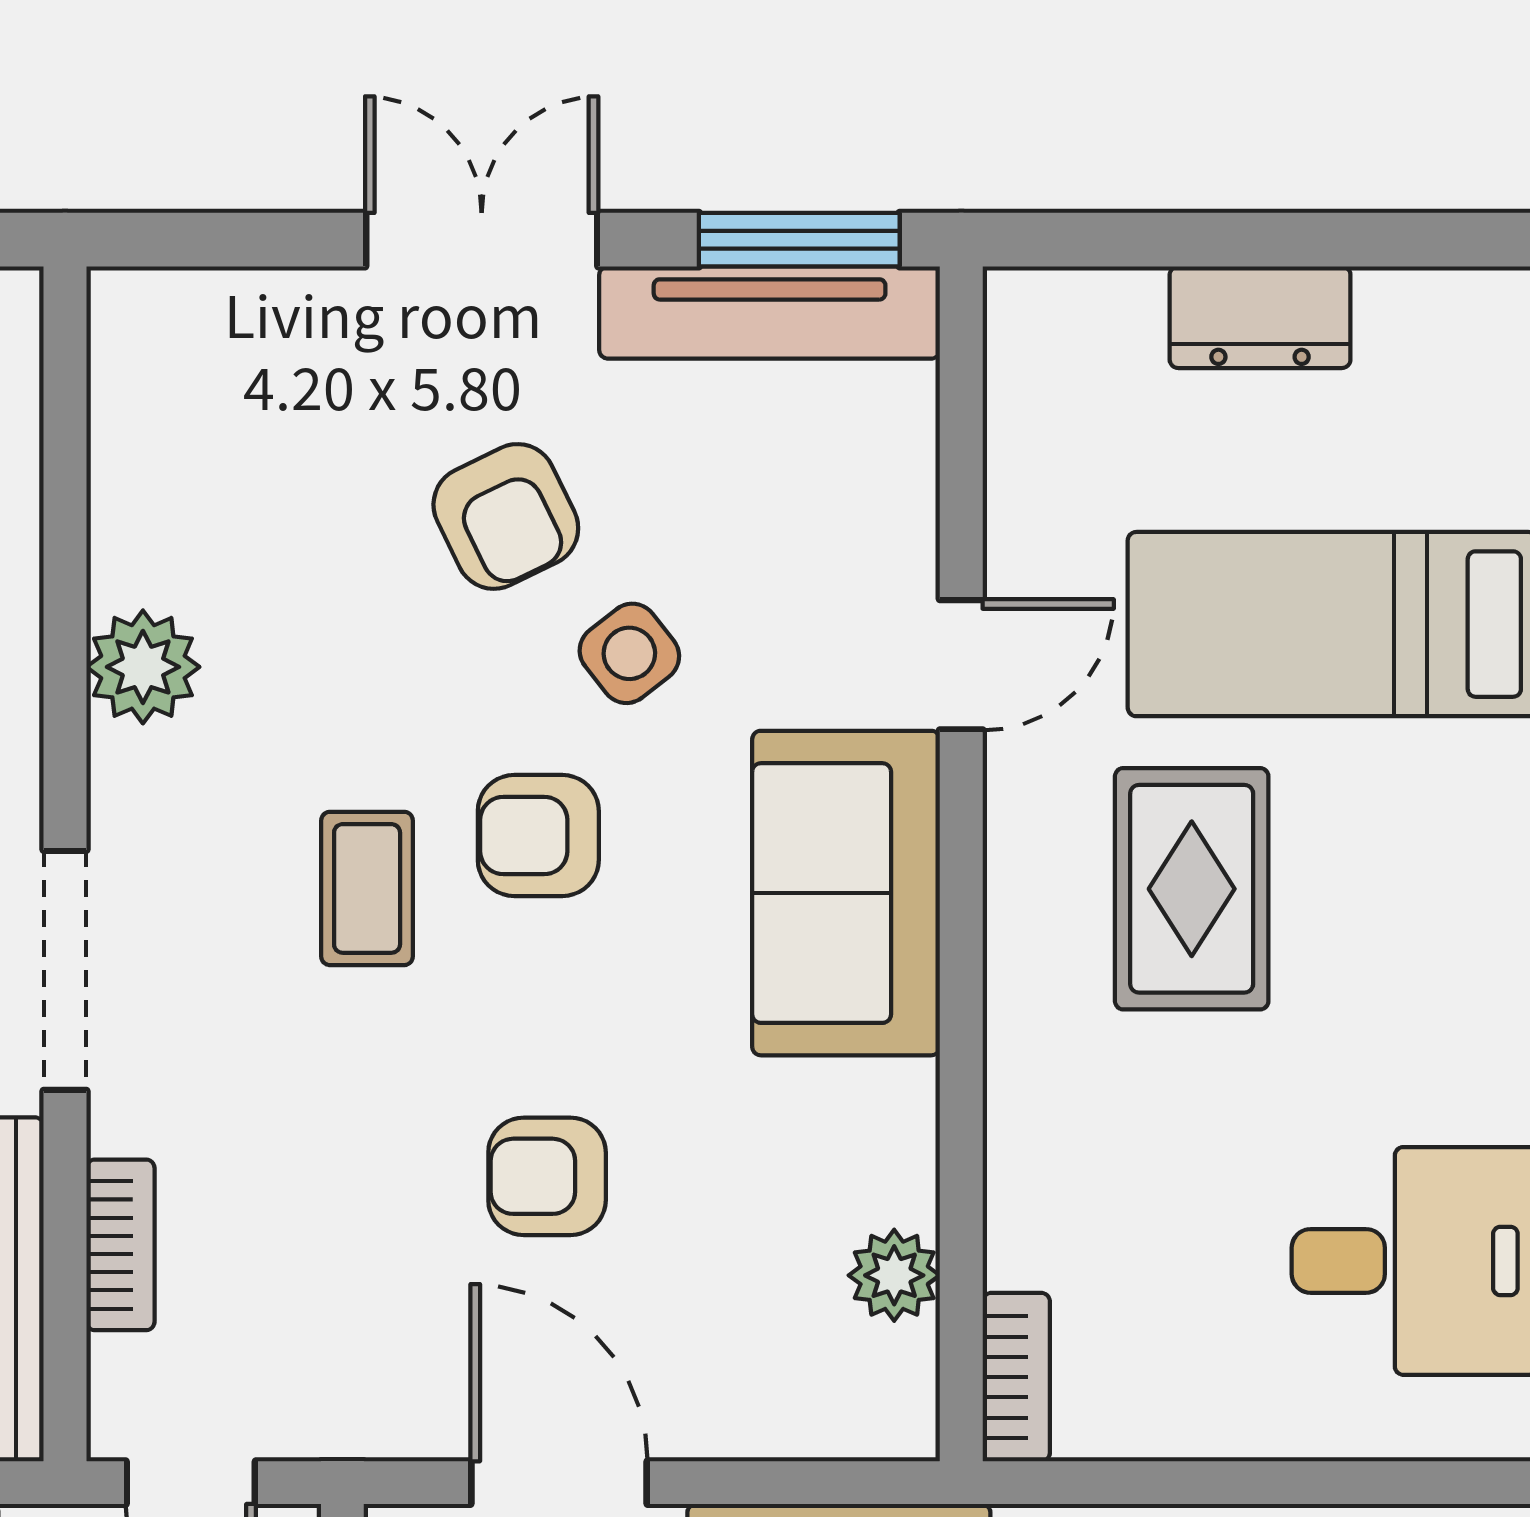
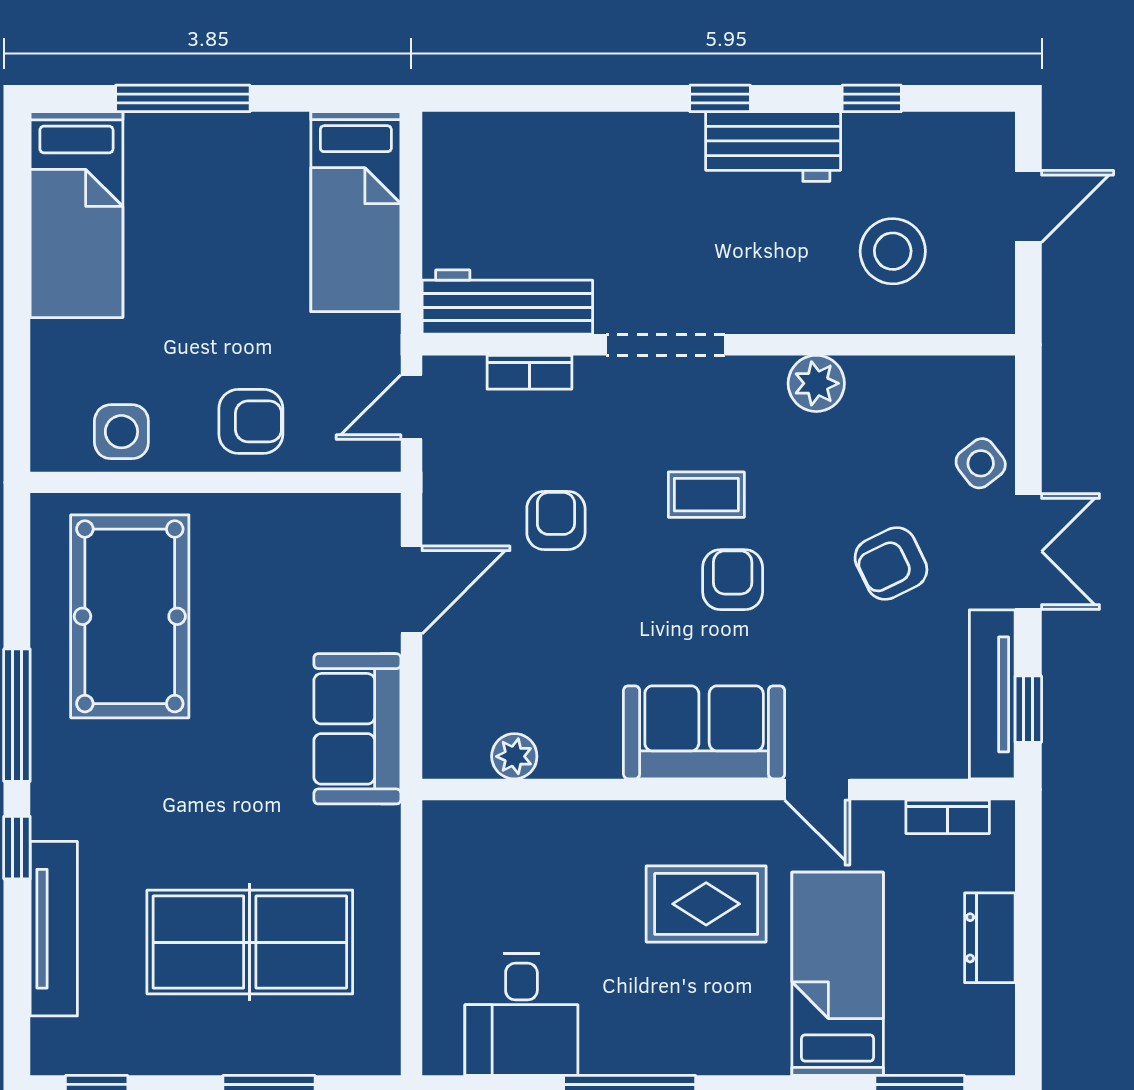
window: (799, 240) -> (1028, 709), width x0.67
side table: (629, 653) -> (981, 463), moved
armchair: (547, 1176) -> (556, 520), moved
bookcase: (1016, 1377) -> (948, 817), moved

